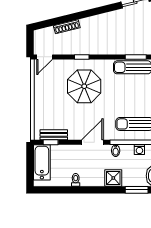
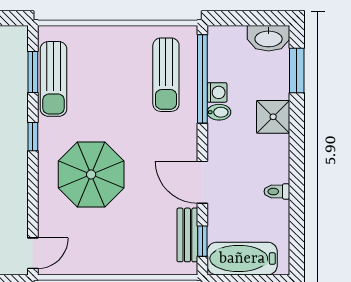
door: (45, 57) -> (33, 253), hinge flipped
window: (82, 57) -> (33, 137), moved
door: (92, 142) -> (202, 182), moved
washing machine: (139, 150) -> (217, 92), moved

